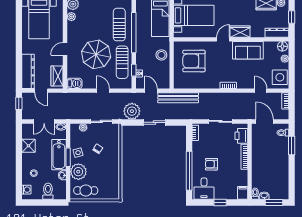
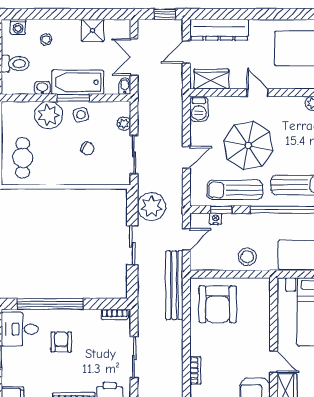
armchair: (194, 61) -> (218, 304), moved, turned 180
cafe table: (86, 190) -> (23, 158), moved

